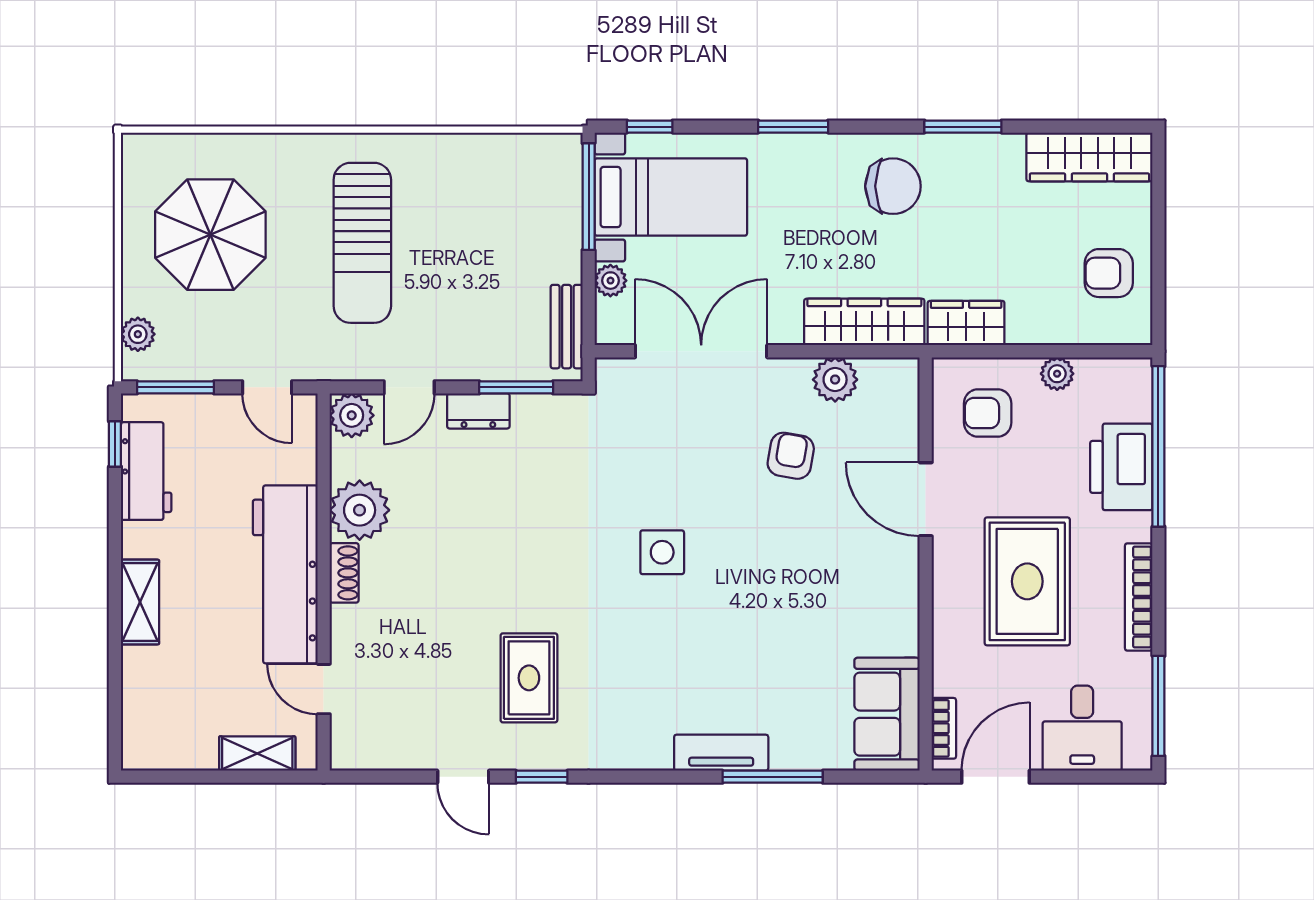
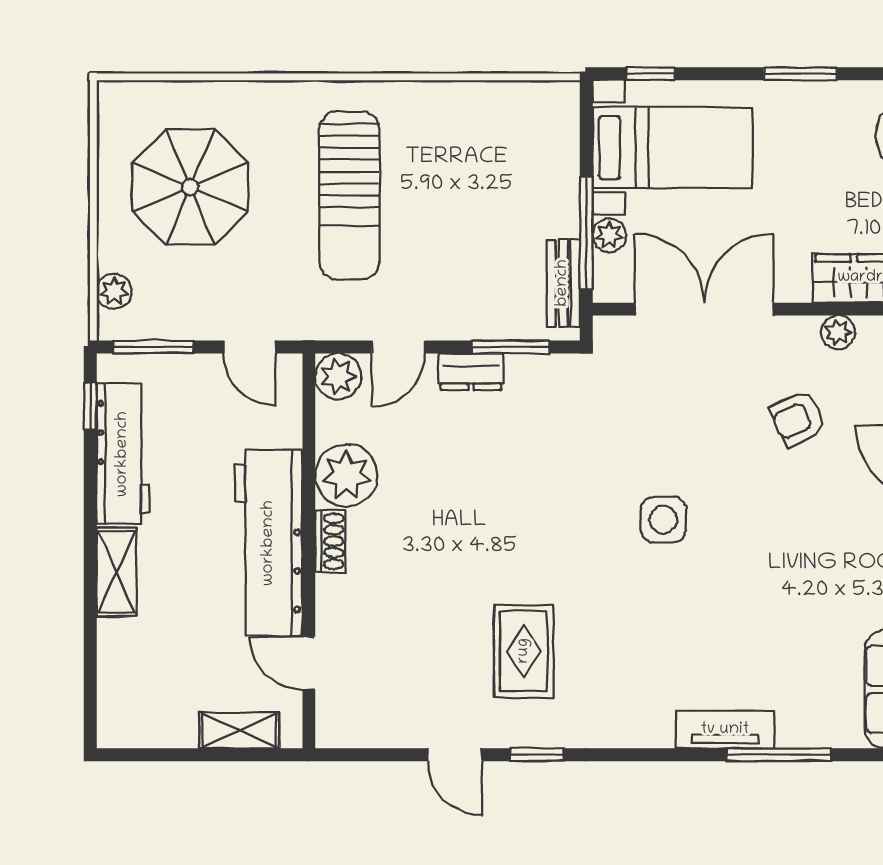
window: (589, 197) -> (586, 233), moved
plant: (835, 380) -> (838, 332), width x0.73, depth x0.73
armchair: (791, 456) -> (798, 419), turned -125
workbench: (146, 471) -> (123, 454), width x1.37

